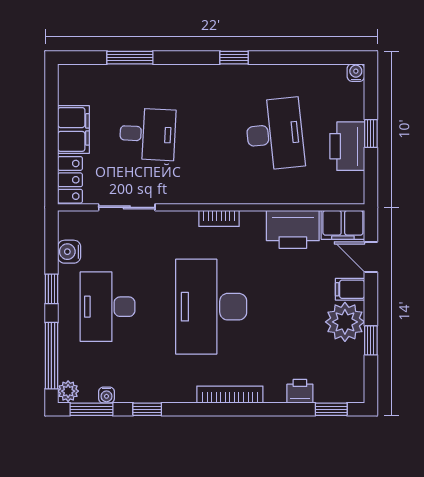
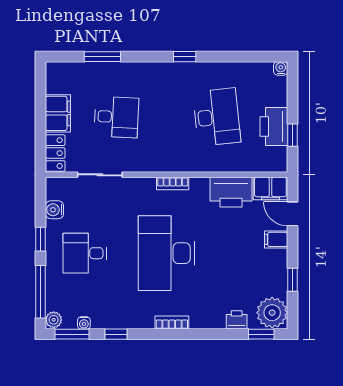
window: (371, 134) -> (293, 135), moved
desk: (108, 307) -> (85, 253), width x0.73
plant: (345, 322) -> (272, 313), moved
bookcase: (230, 395) -> (172, 323), width x0.64

